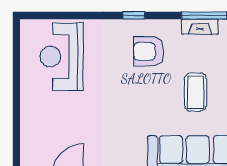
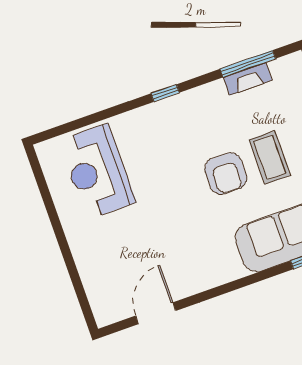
armchair: (149, 51) -> (226, 174), moved, turned -90

